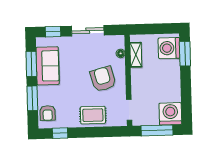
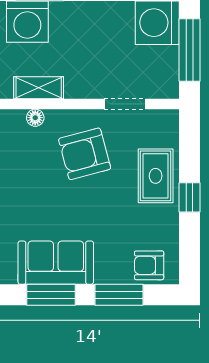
doorway: (129, 110) -> (125, 104), moved
armchair: (48, 113) -> (149, 265), turned 180
window: (60, 133) -> (190, 197), moved

